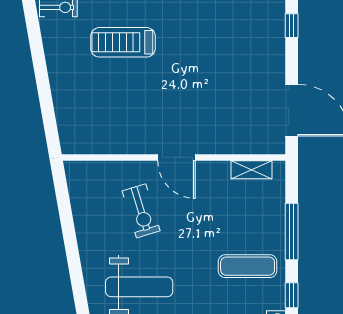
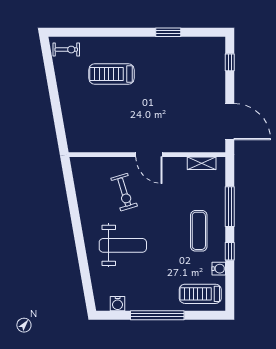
exercise mat: (248, 266) -> (199, 231), turned 90

